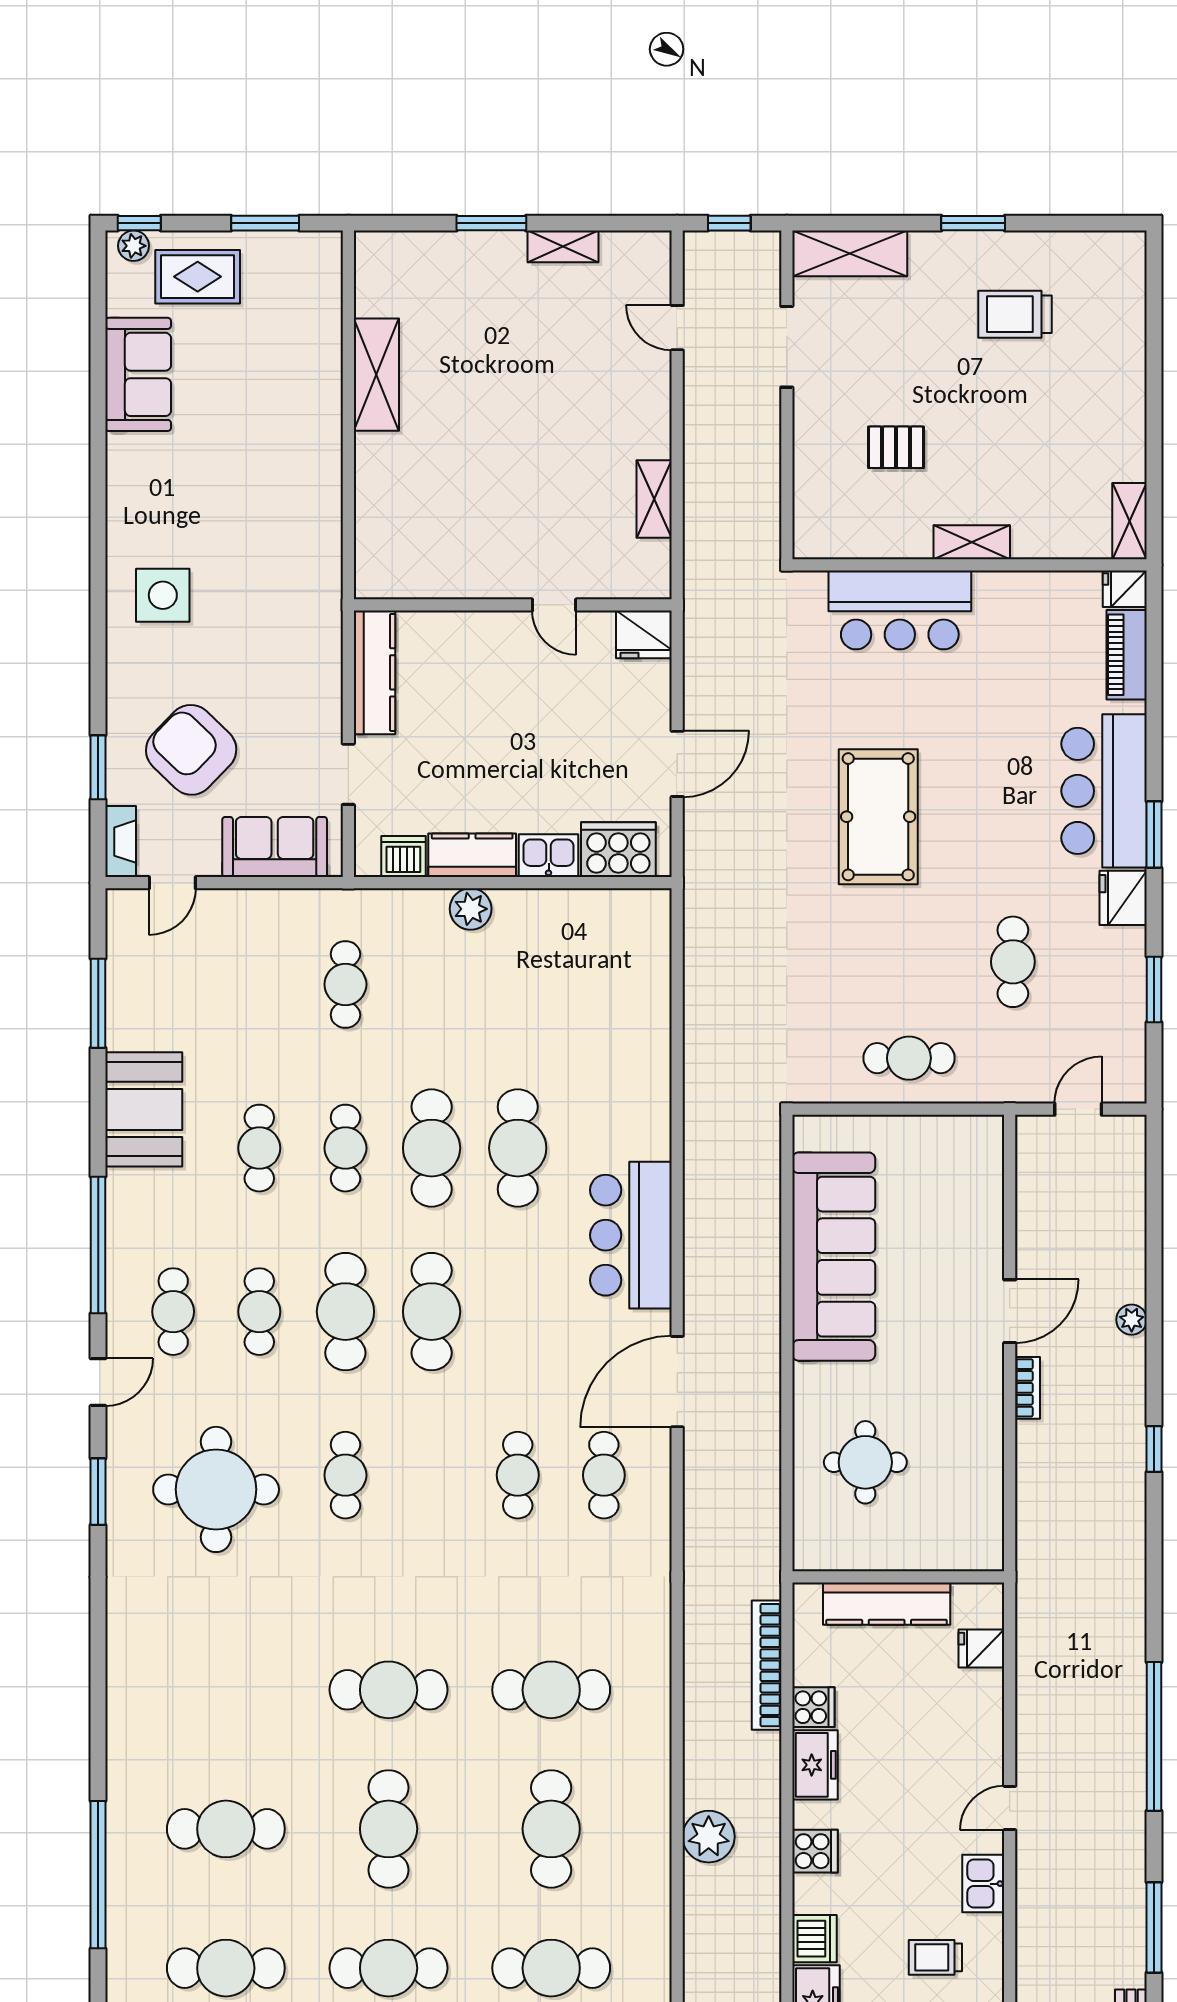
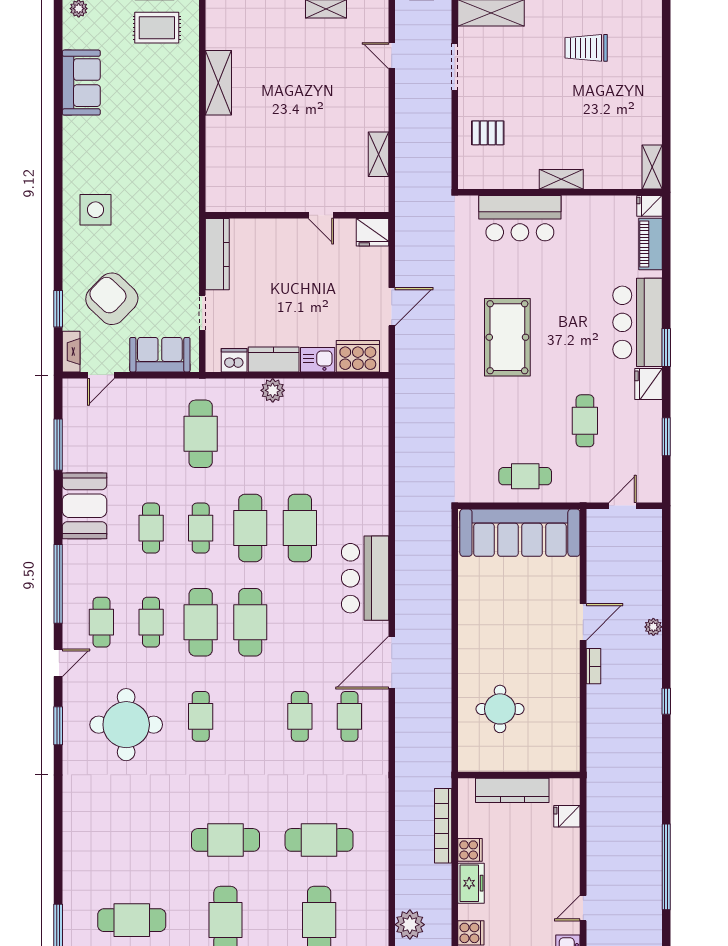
rug: (198, 277) -> (157, 28), moved
pallet: (896, 447) -> (488, 133), moved
cafe table: (345, 984) -> (201, 434), width x1.37, depth x1.35
sofa: (834, 1257) -> (520, 533), moved, turned 90

